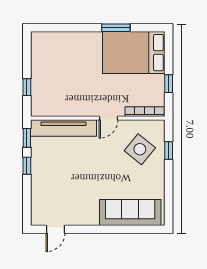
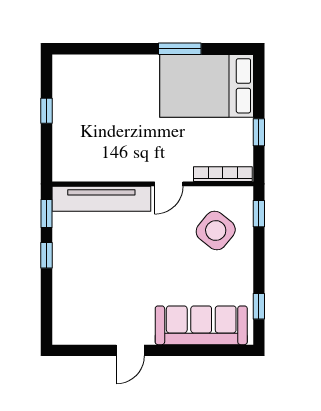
window: (27, 87) -> (47, 111), moved
window: (169, 150) -> (259, 214), moved
window: (169, 200) -> (259, 306), added
door: (56, 229) -> (130, 350), moved

